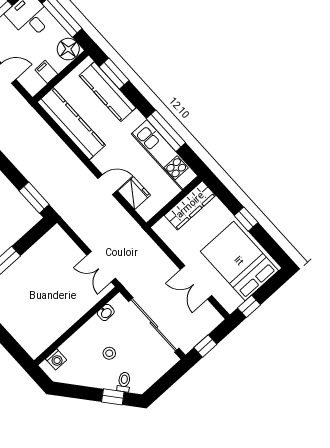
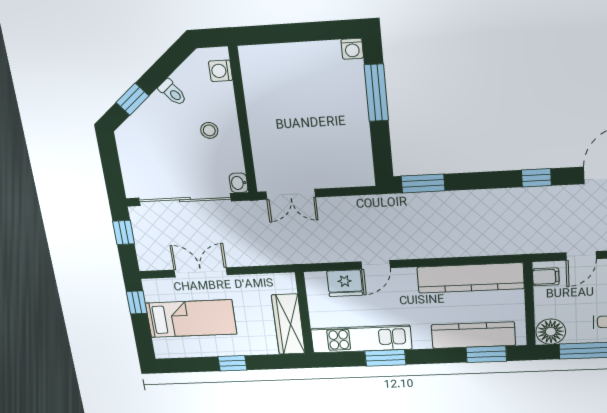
filing cabinet: (46, 72) -> (546, 277), moved
window: (166, 131) -> (385, 358), width x0.69
bed: (239, 261) -> (191, 319), width x0.67
double door: (101, 267) -> (291, 194), swing flipped
washbasin: (106, 312) -> (239, 183), moved
stool: (109, 353) -> (209, 130), moved
toilet: (124, 382) -> (173, 92), moved

